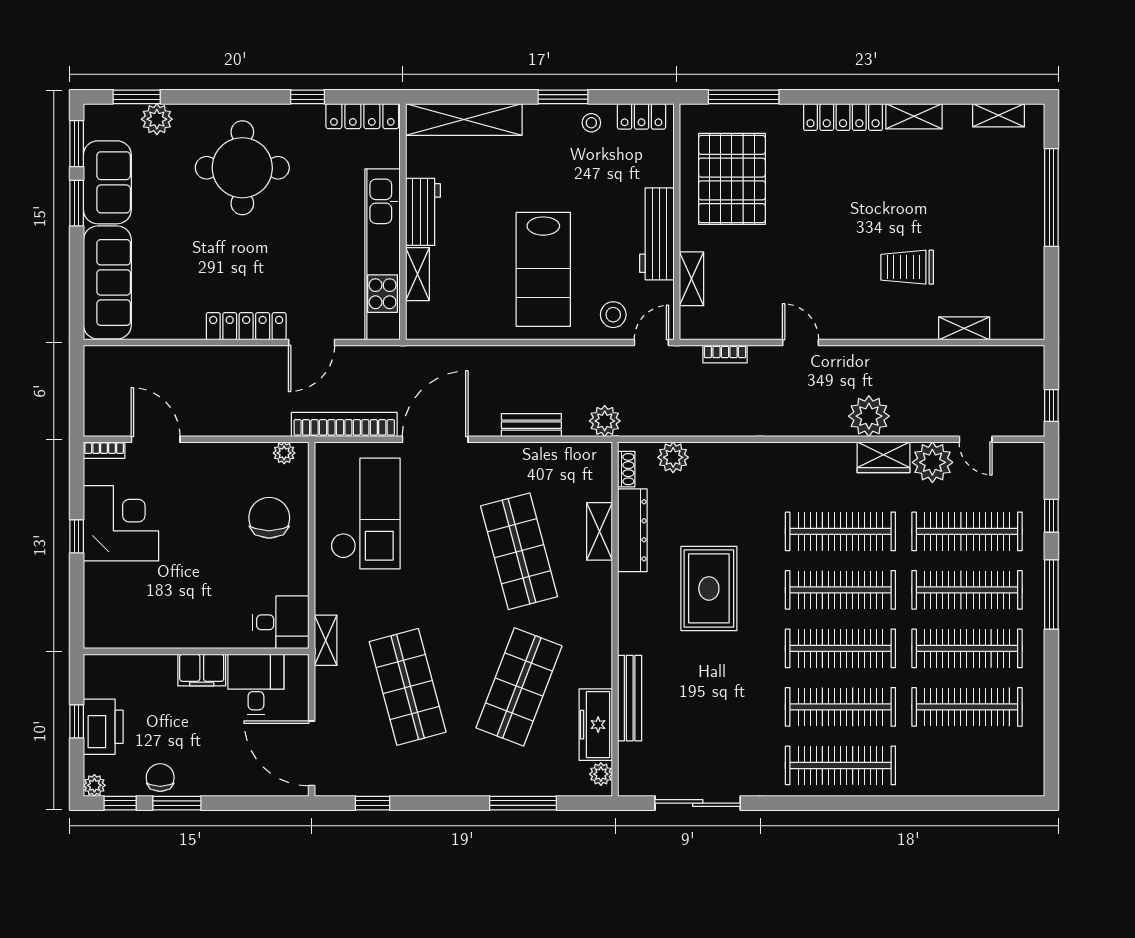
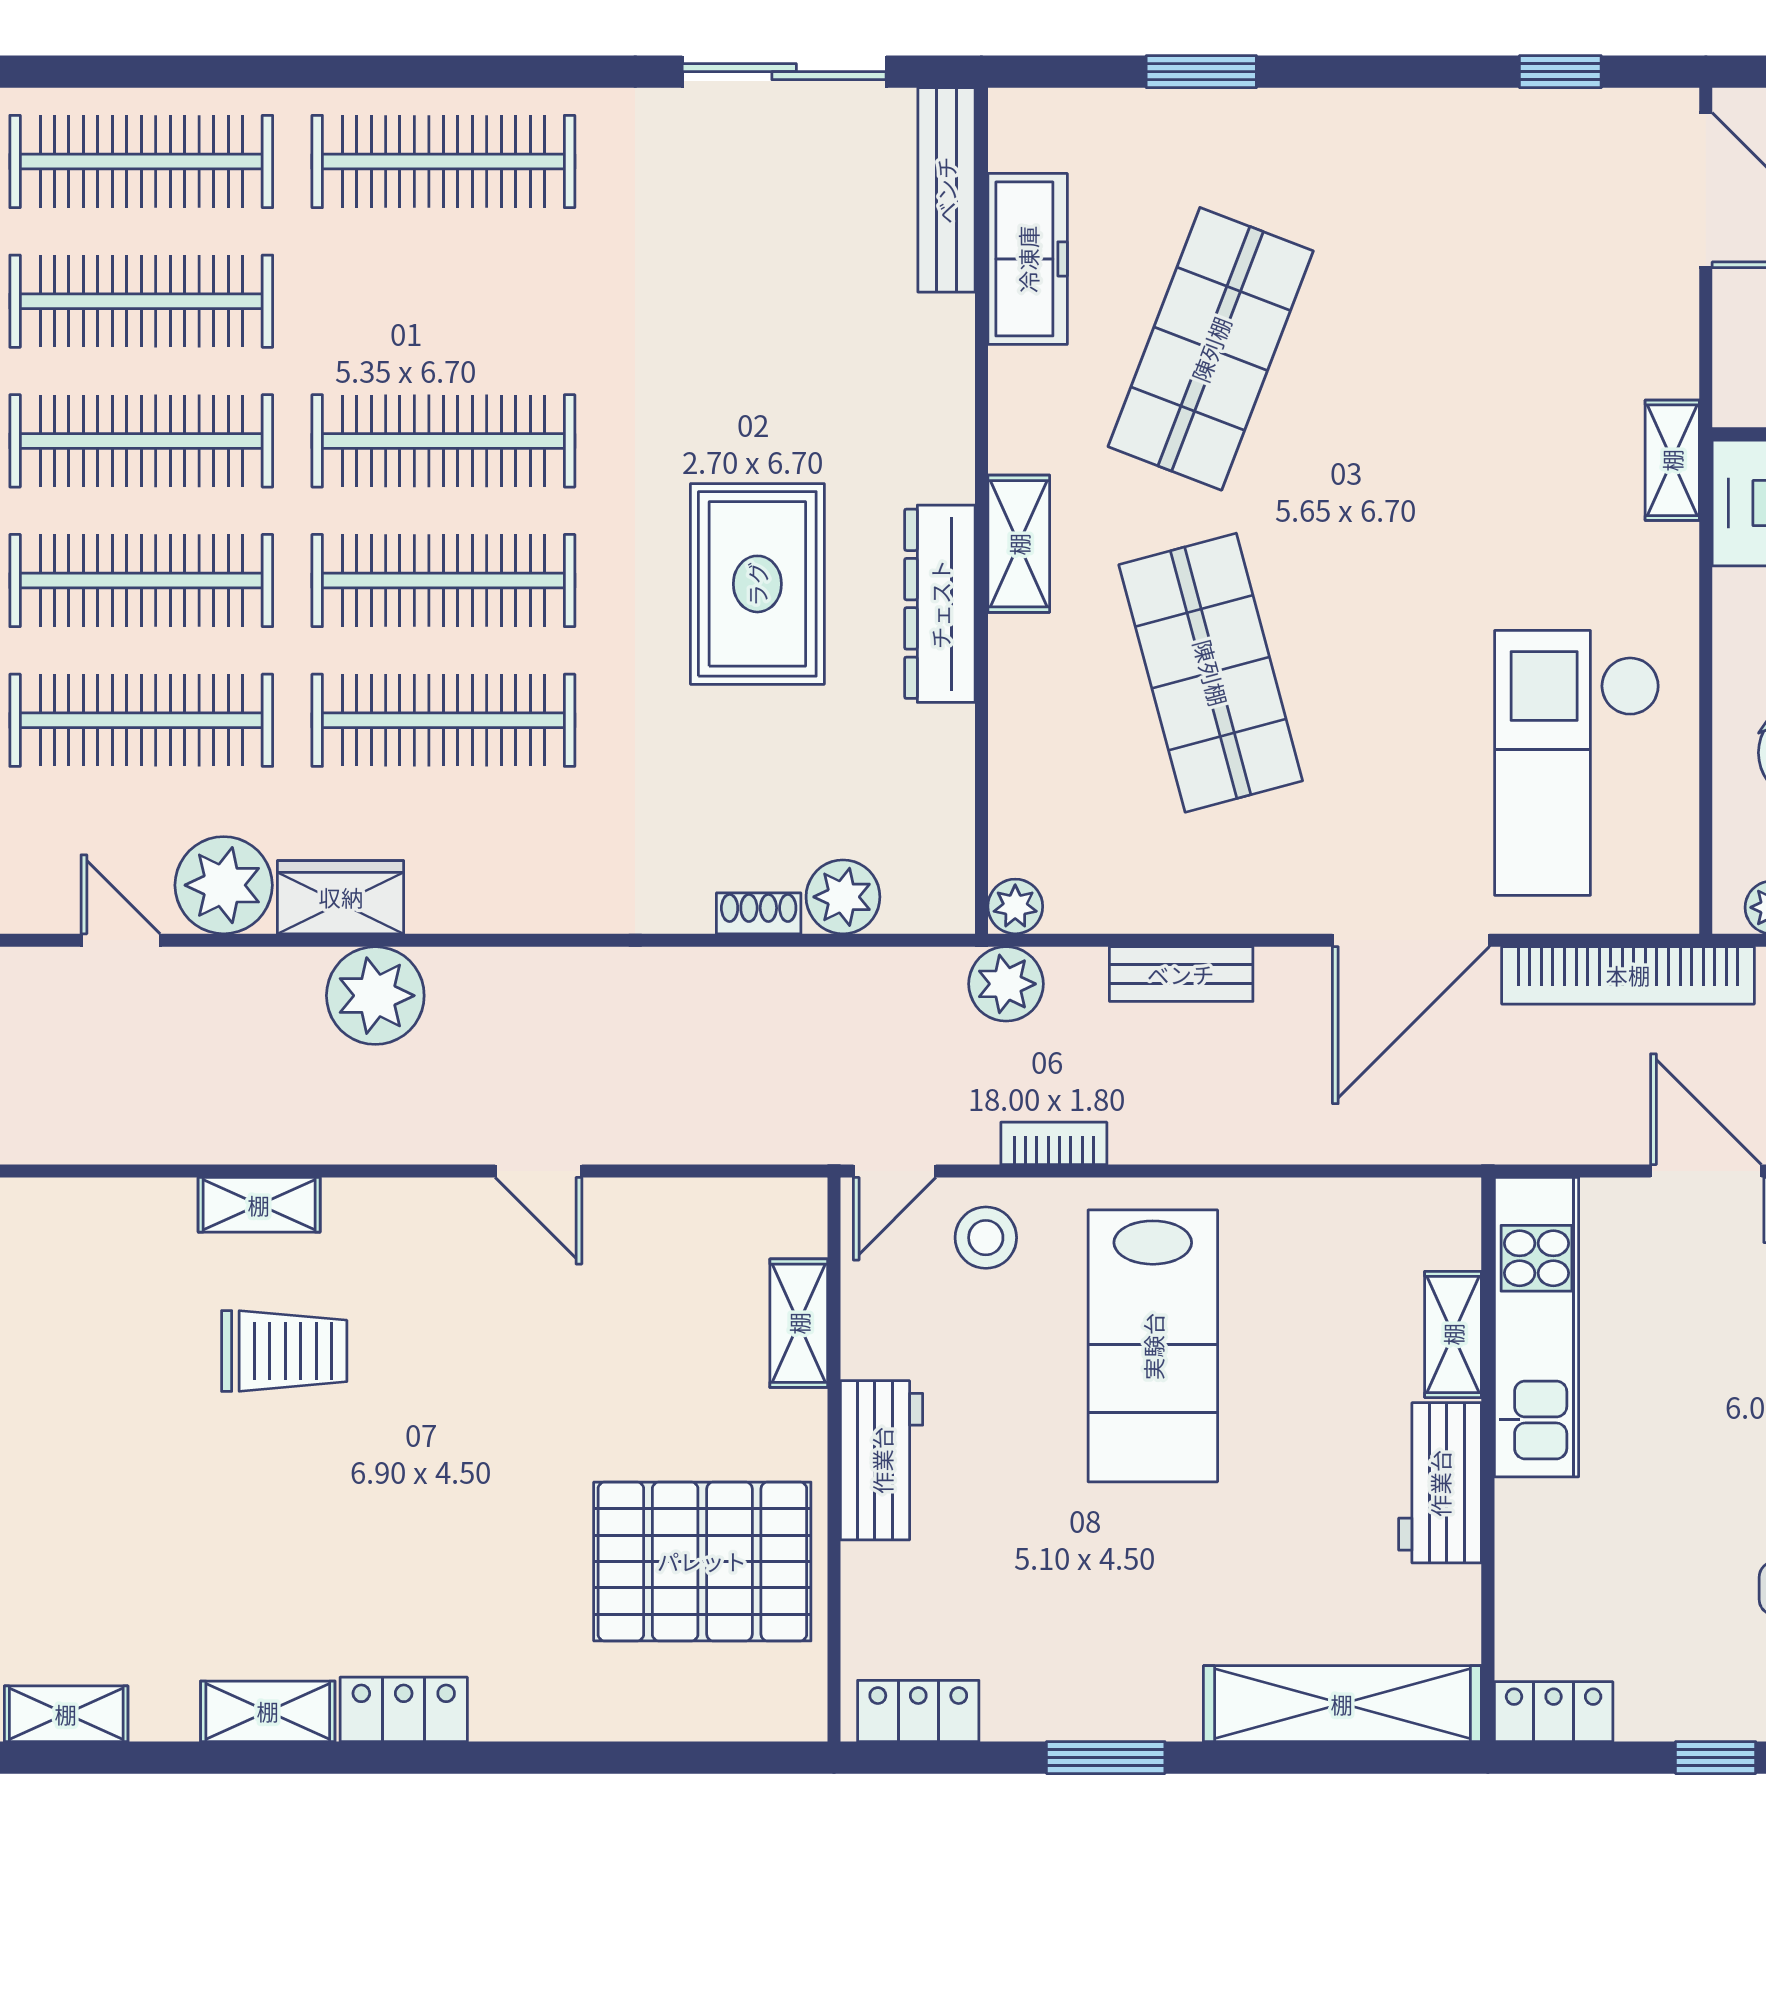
window: (744, 97) -> (675, 1758), removed
locker: (362, 116) -> (1554, 1712), width x0.66
locker: (843, 117) -> (404, 1709), width x0.66
stool: (591, 123) -> (1038, 1696), removed
pallet: (732, 179) -> (702, 1561), turned 90
workbench: (657, 234) -> (882, 1460), width x0.73
kitchen unit: (383, 254) -> (1536, 1327), width x0.73
lab bench: (543, 269) -> (1153, 1346), turned 180
shelving: (964, 328) -> (259, 1205), moved
door: (312, 343) -> (1706, 1171), hinge flipped
bookcase: (725, 354) -> (1054, 1143), moved
shoe rack: (626, 469) -> (759, 913), moved, turned 90
dresser: (632, 530) -> (940, 604), moved
shelving: (599, 531) -> (1019, 544), moved
shop shelf: (408, 687) -> (1477, 349), removed
bench: (630, 698) -> (946, 190), moved
clothes rail: (840, 707) -> (141, 162), moved
plant: (601, 774) -> (1015, 906), moved
window: (523, 803) -> (1201, 72), width x0.69

